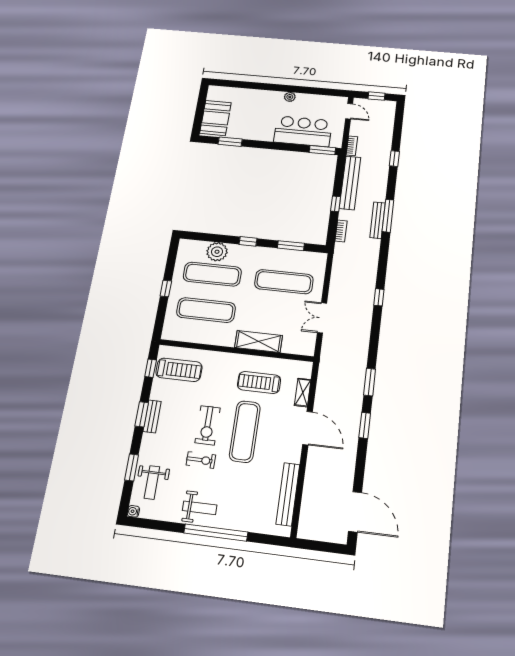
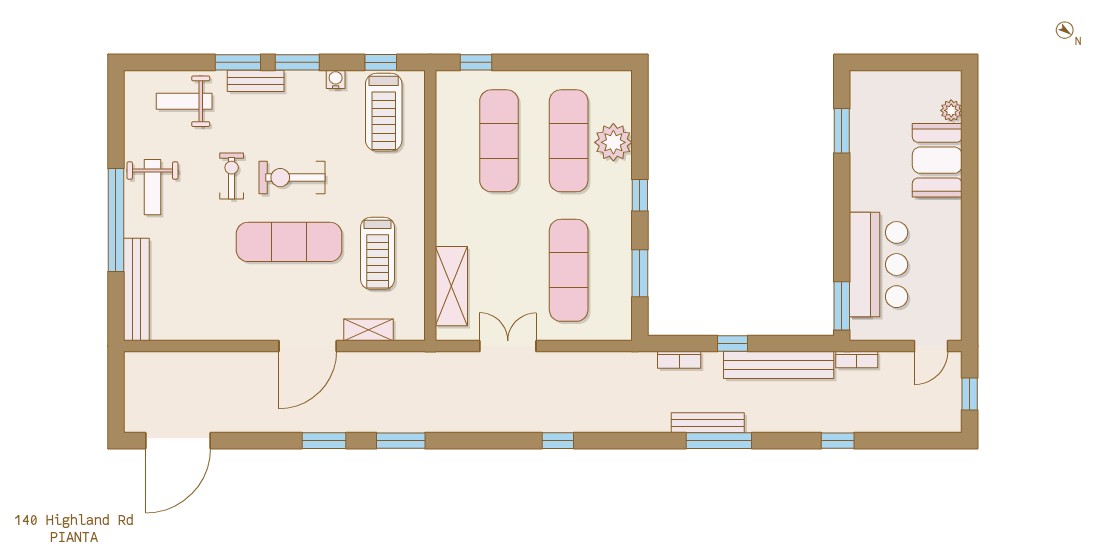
plant: (290, 97) -> (951, 110), moved
booth: (215, 118) -> (937, 160), moved, turned 90
window: (166, 288) -> (476, 62), moved
shelving: (258, 341) -> (451, 286), moved
treadmill: (259, 382) -> (378, 253), turned 180
bench: (152, 416) -> (256, 81), moved
exercise bike: (201, 460) -> (232, 176), turned 180
window: (132, 467) -> (238, 62), moved
bench: (288, 494) -> (136, 290), moved, turned 90
water cooler: (133, 511) -> (336, 79), moved

